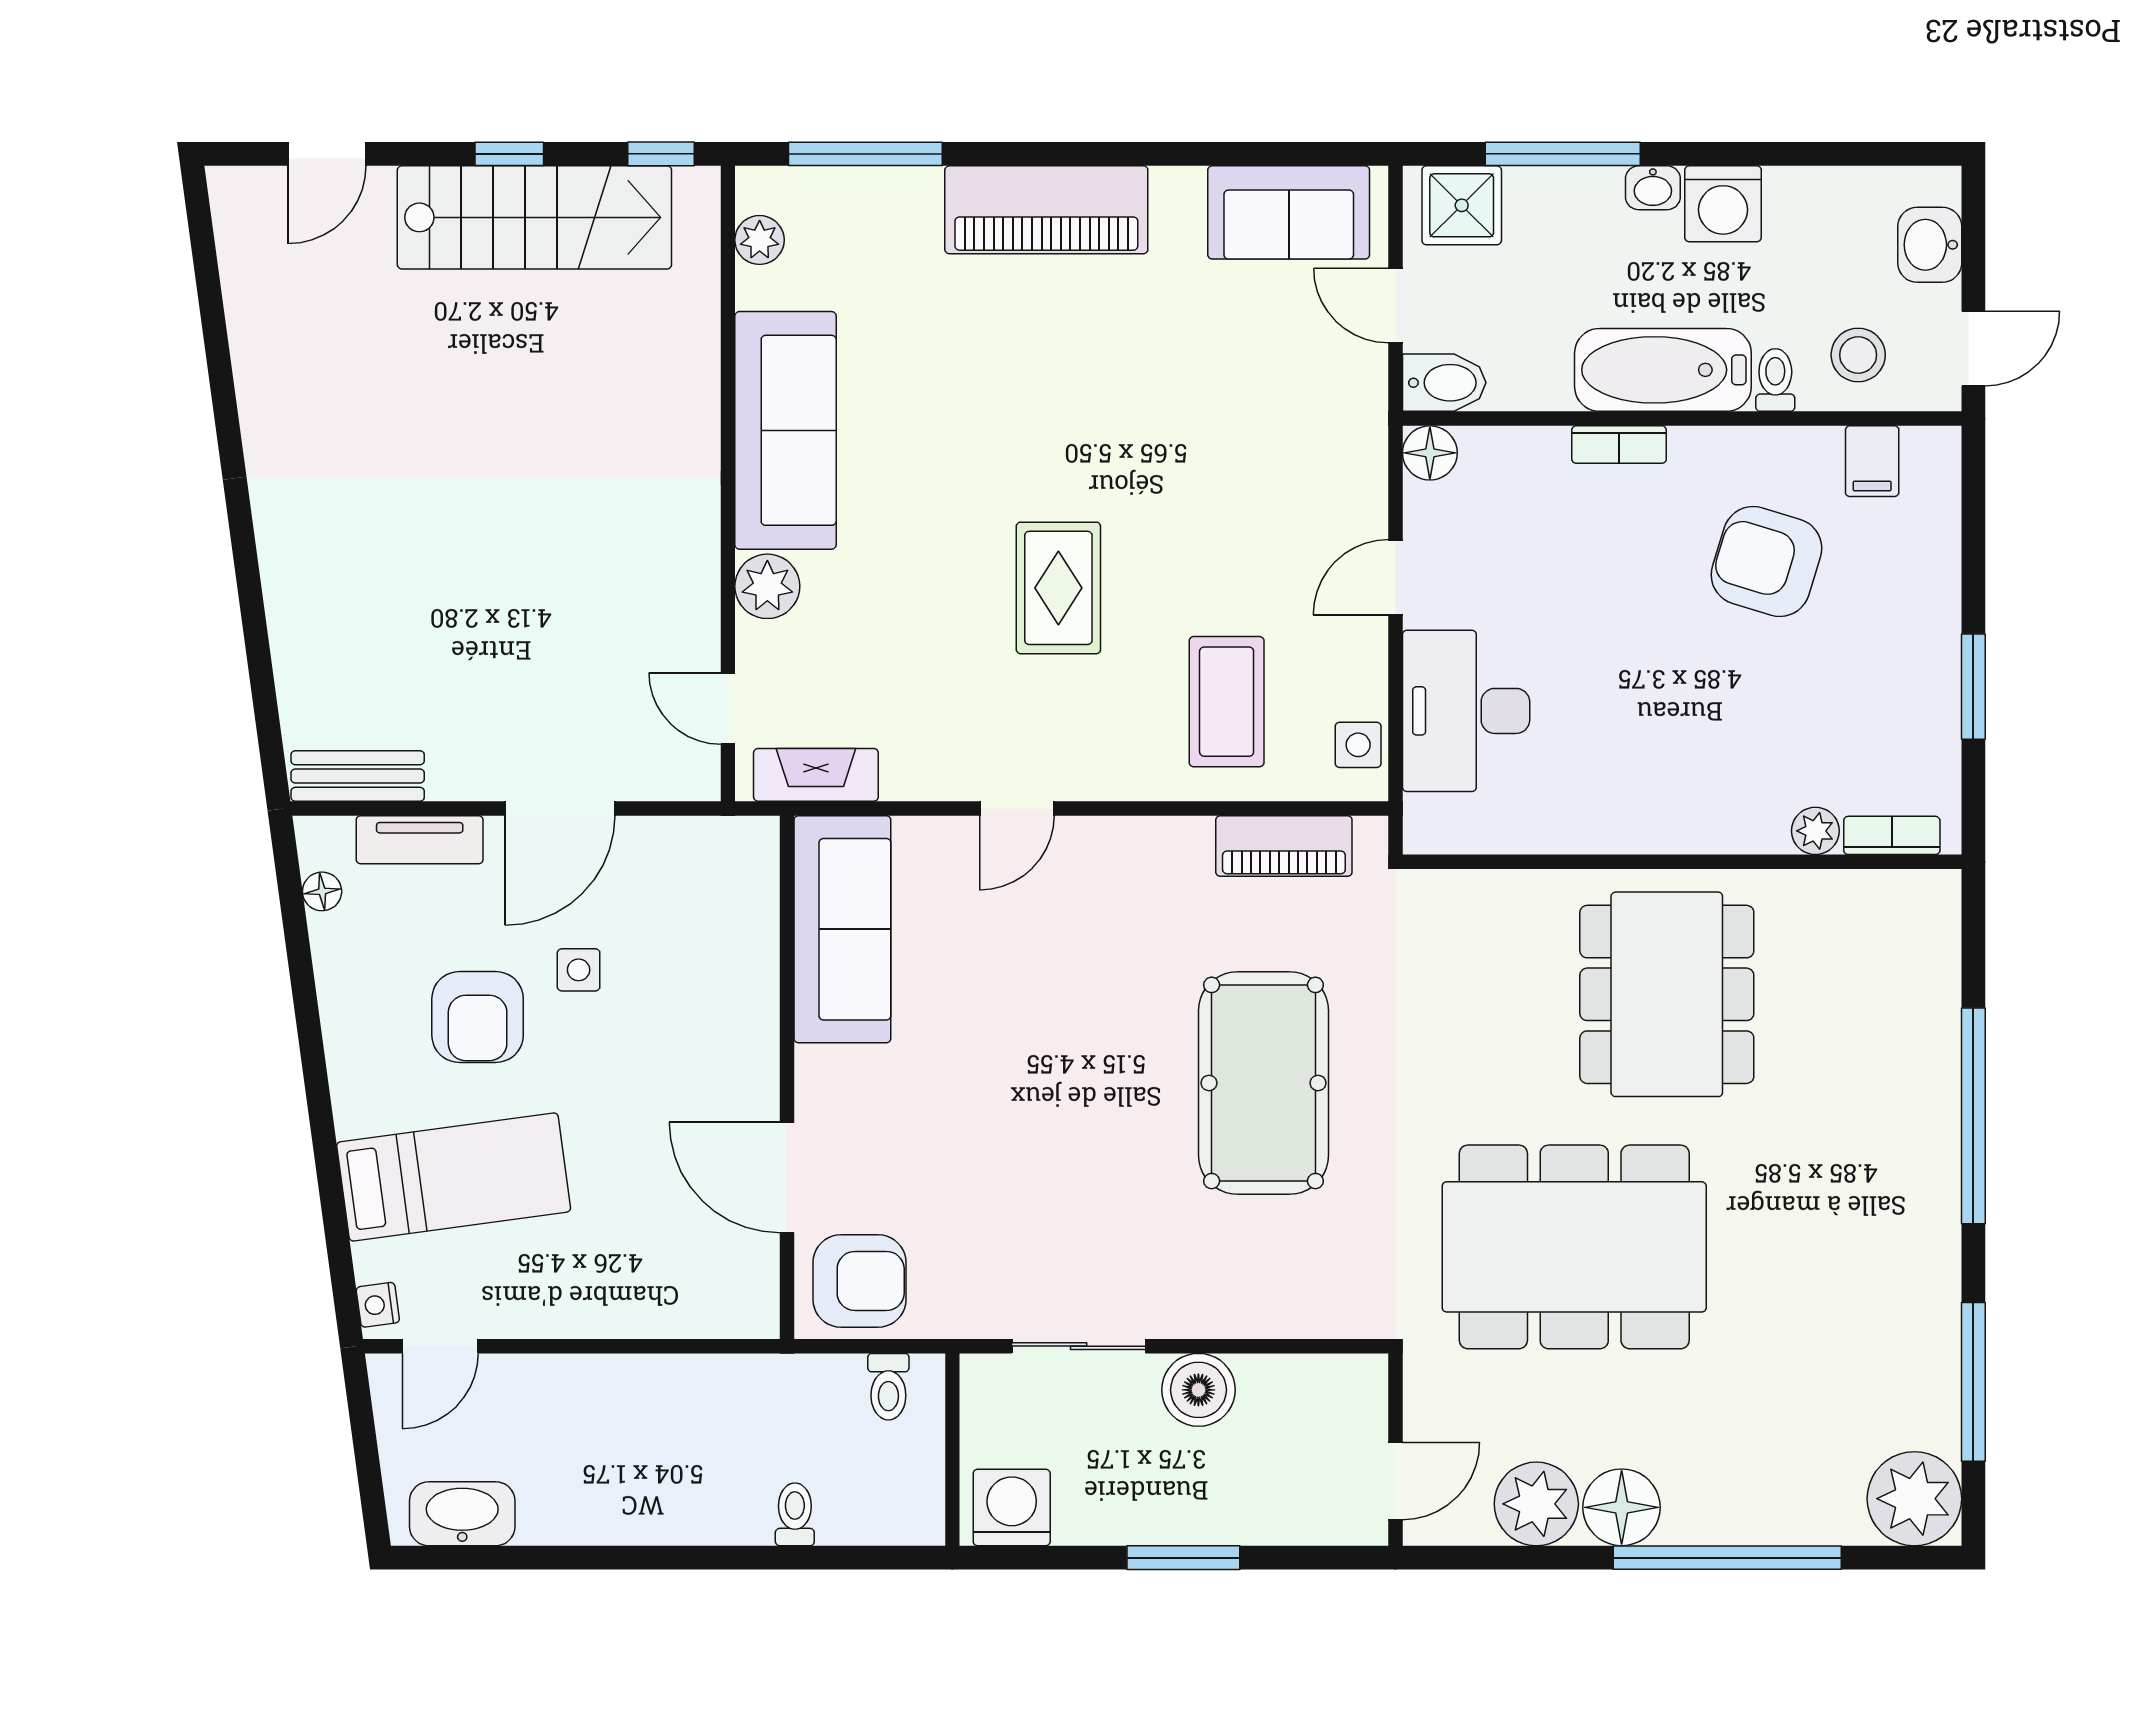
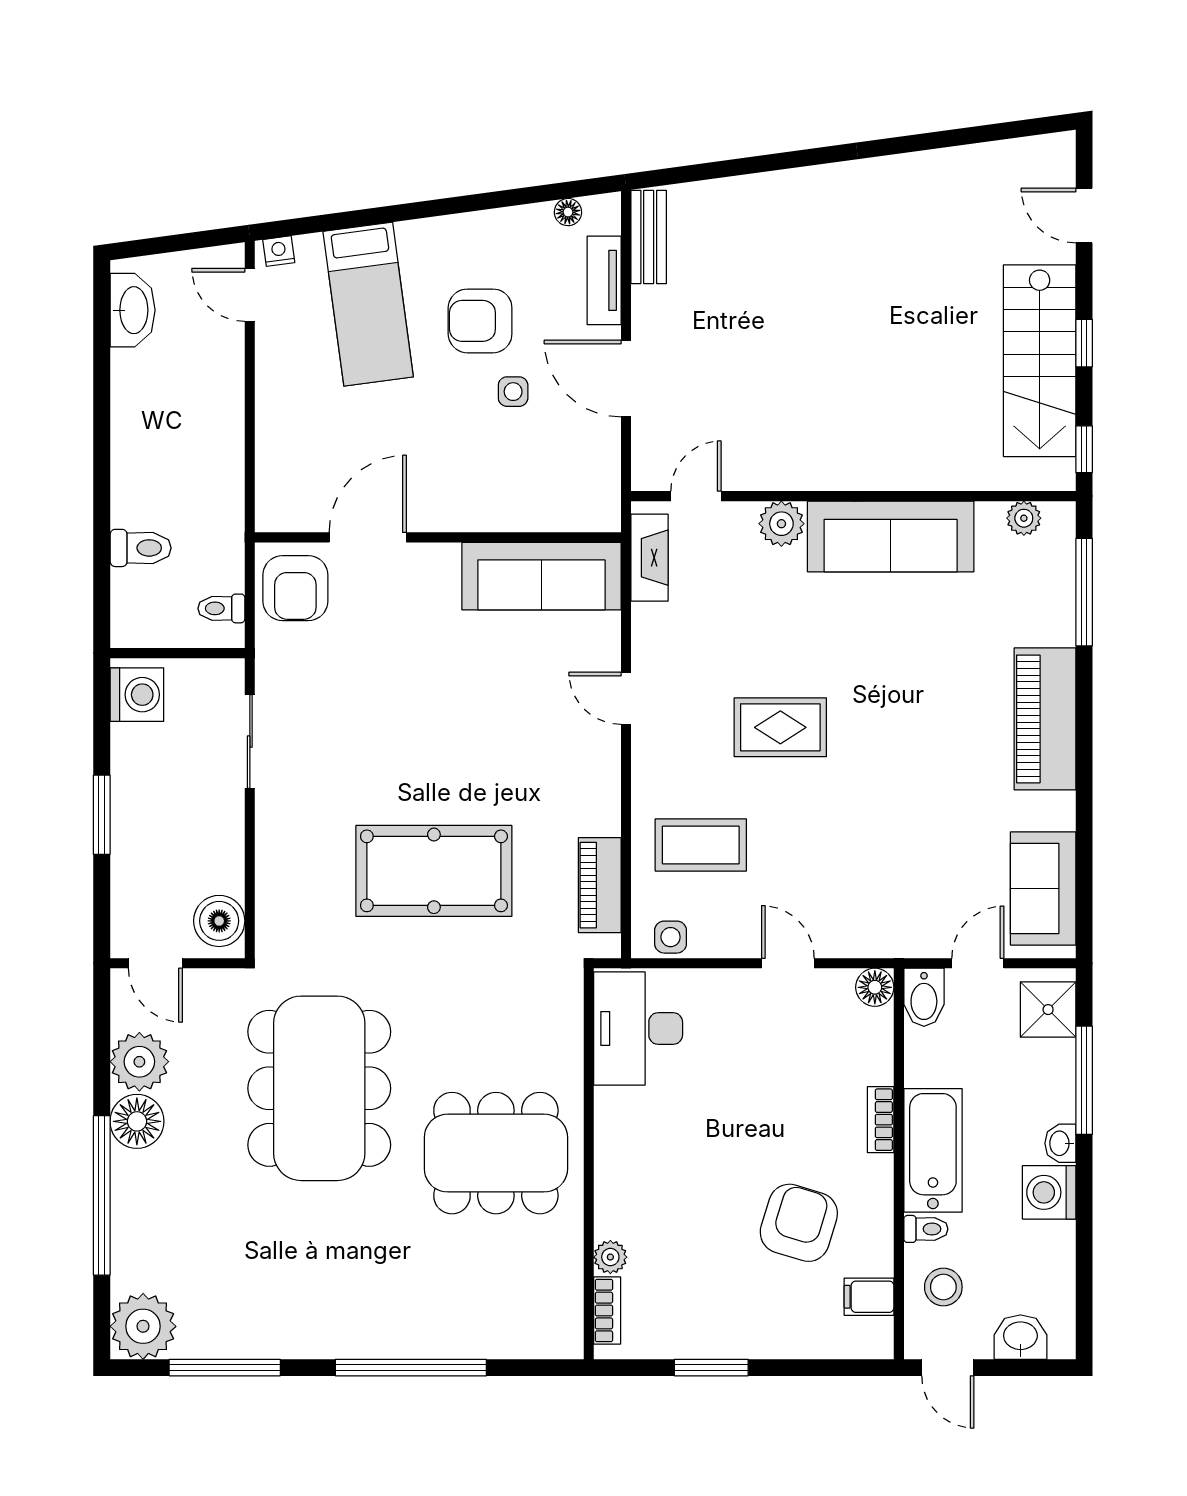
desk: (1466, 711) -> (638, 1028), moved, turned -90
boiler: (1198, 1390) -> (219, 921), moved
toilet: (795, 1514) -> (141, 548), width x1.37, depth x1.39

